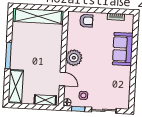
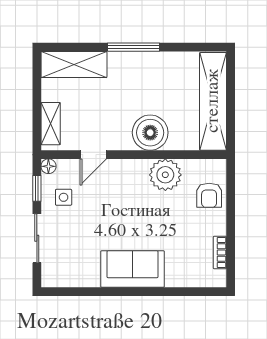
boiler: (53, 49) -> (150, 133), added
sofa: (123, 49) -> (133, 269), moved
plant: (74, 58) -> (165, 175), moved

